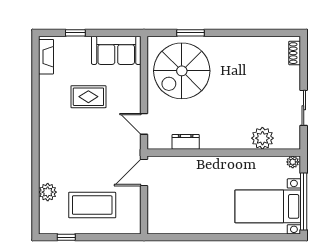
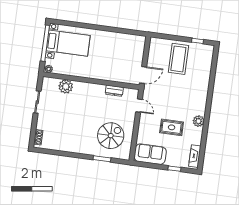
spiral stairs: (182, 71) -> (111, 136), width x0.73, depth x0.73
plant: (48, 192) -> (199, 121), moved
coffee table: (92, 205) -> (178, 59), turned 90

